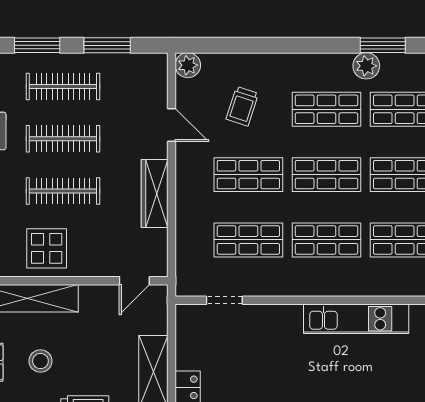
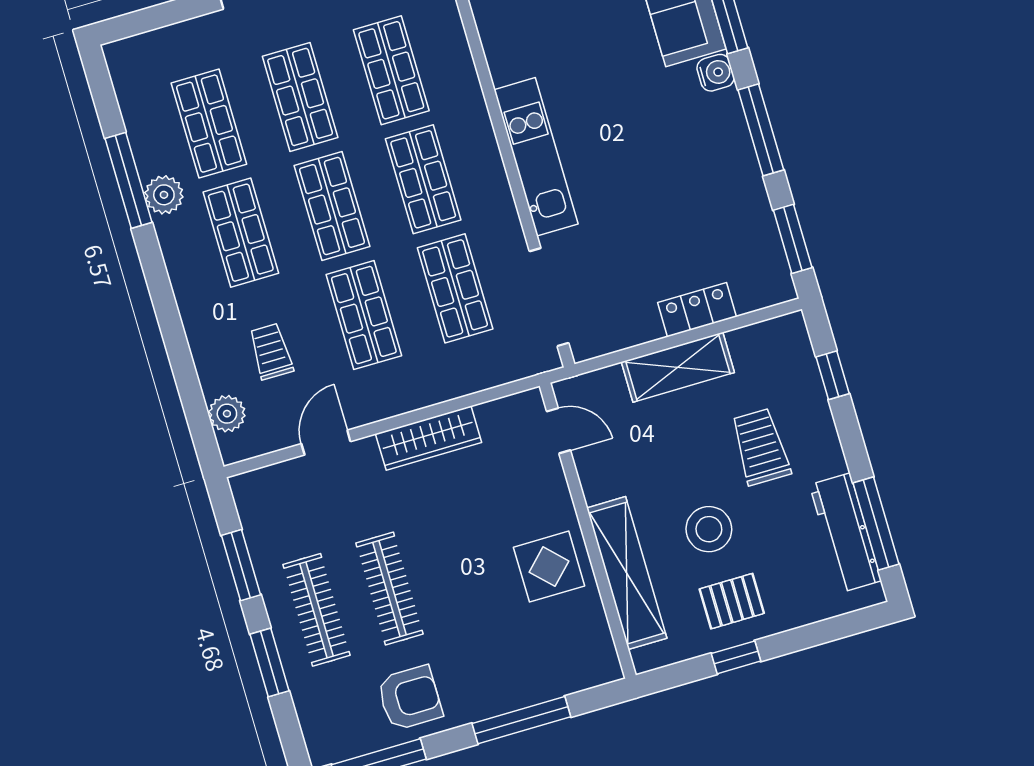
window: (383, 45) -> (128, 180), width x1.44
plant: (188, 65) -> (227, 414), moved
trolley: (242, 106) -> (271, 351), turned -108
clothes rail: (63, 191) -> (462, 567), removed
doorway: (224, 300) -> (549, 297), width x1.87
kitchen unit: (356, 319) -> (536, 157), moved
stool: (40, 361) -> (709, 529), width x1.38, depth x1.38

